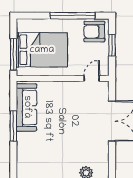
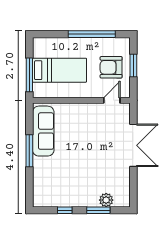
armchair: (94, 32) -> (111, 67), moved
bed: (42, 50) -> (59, 70), width x0.67

